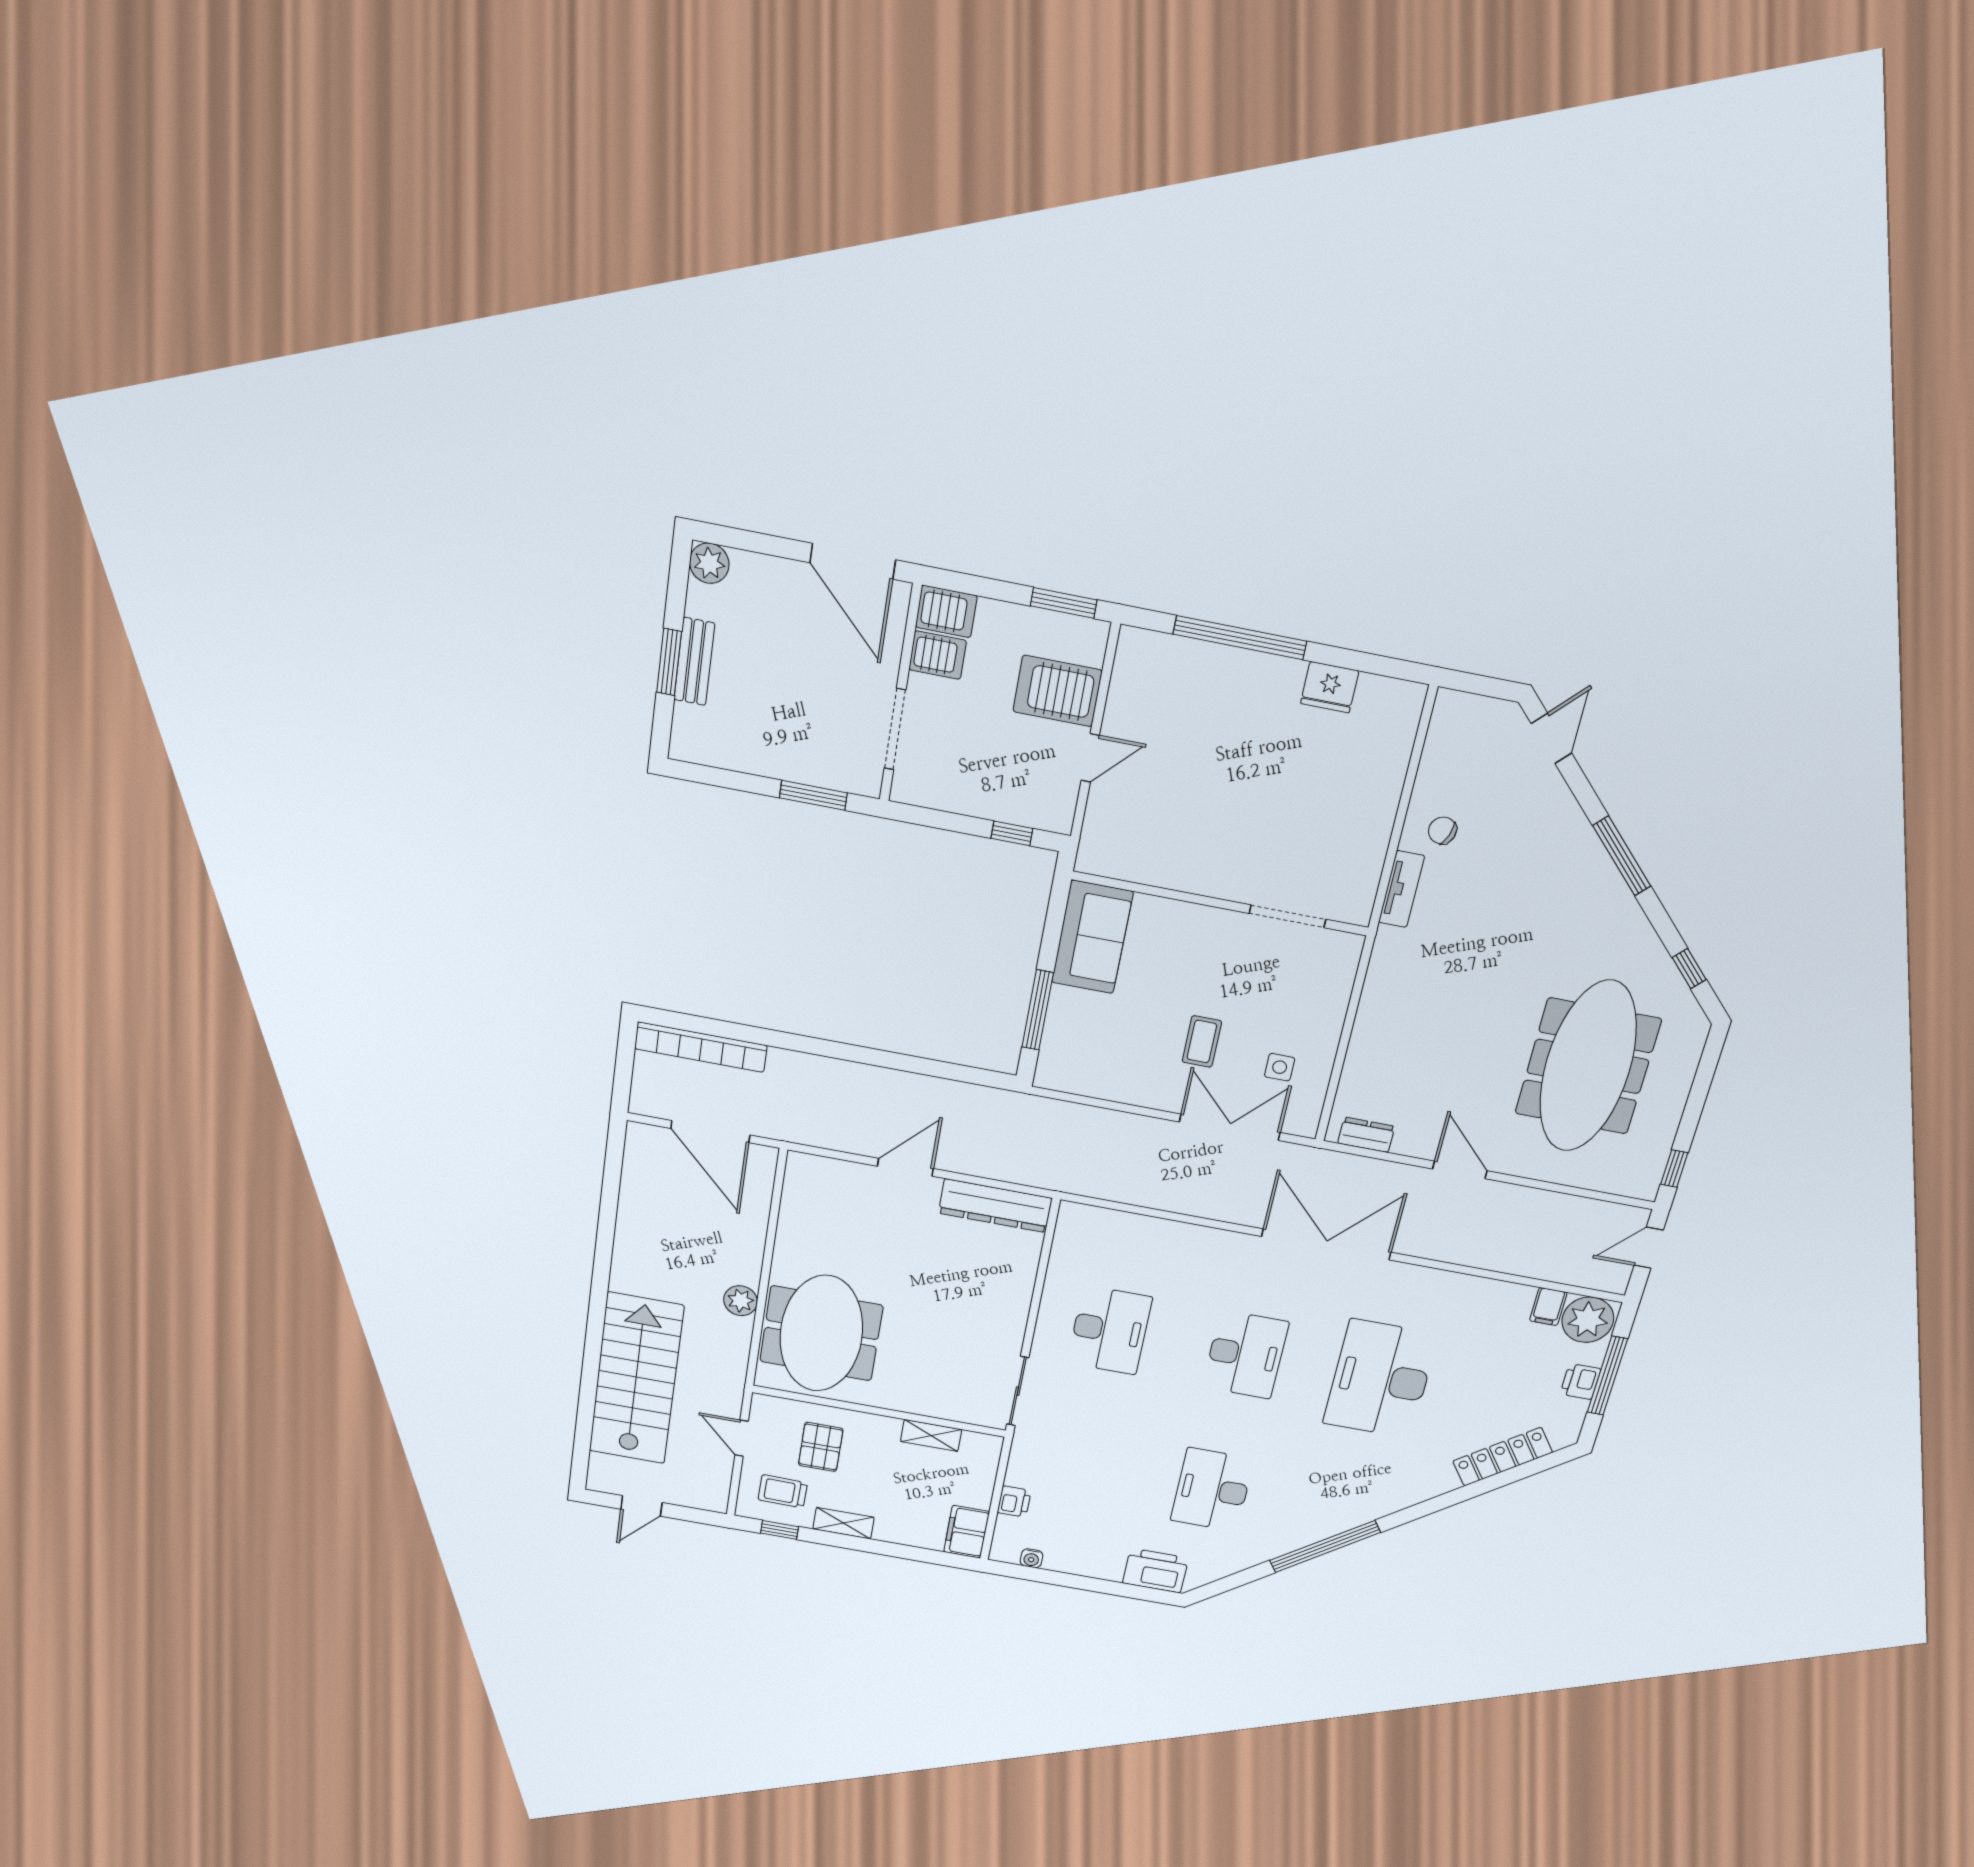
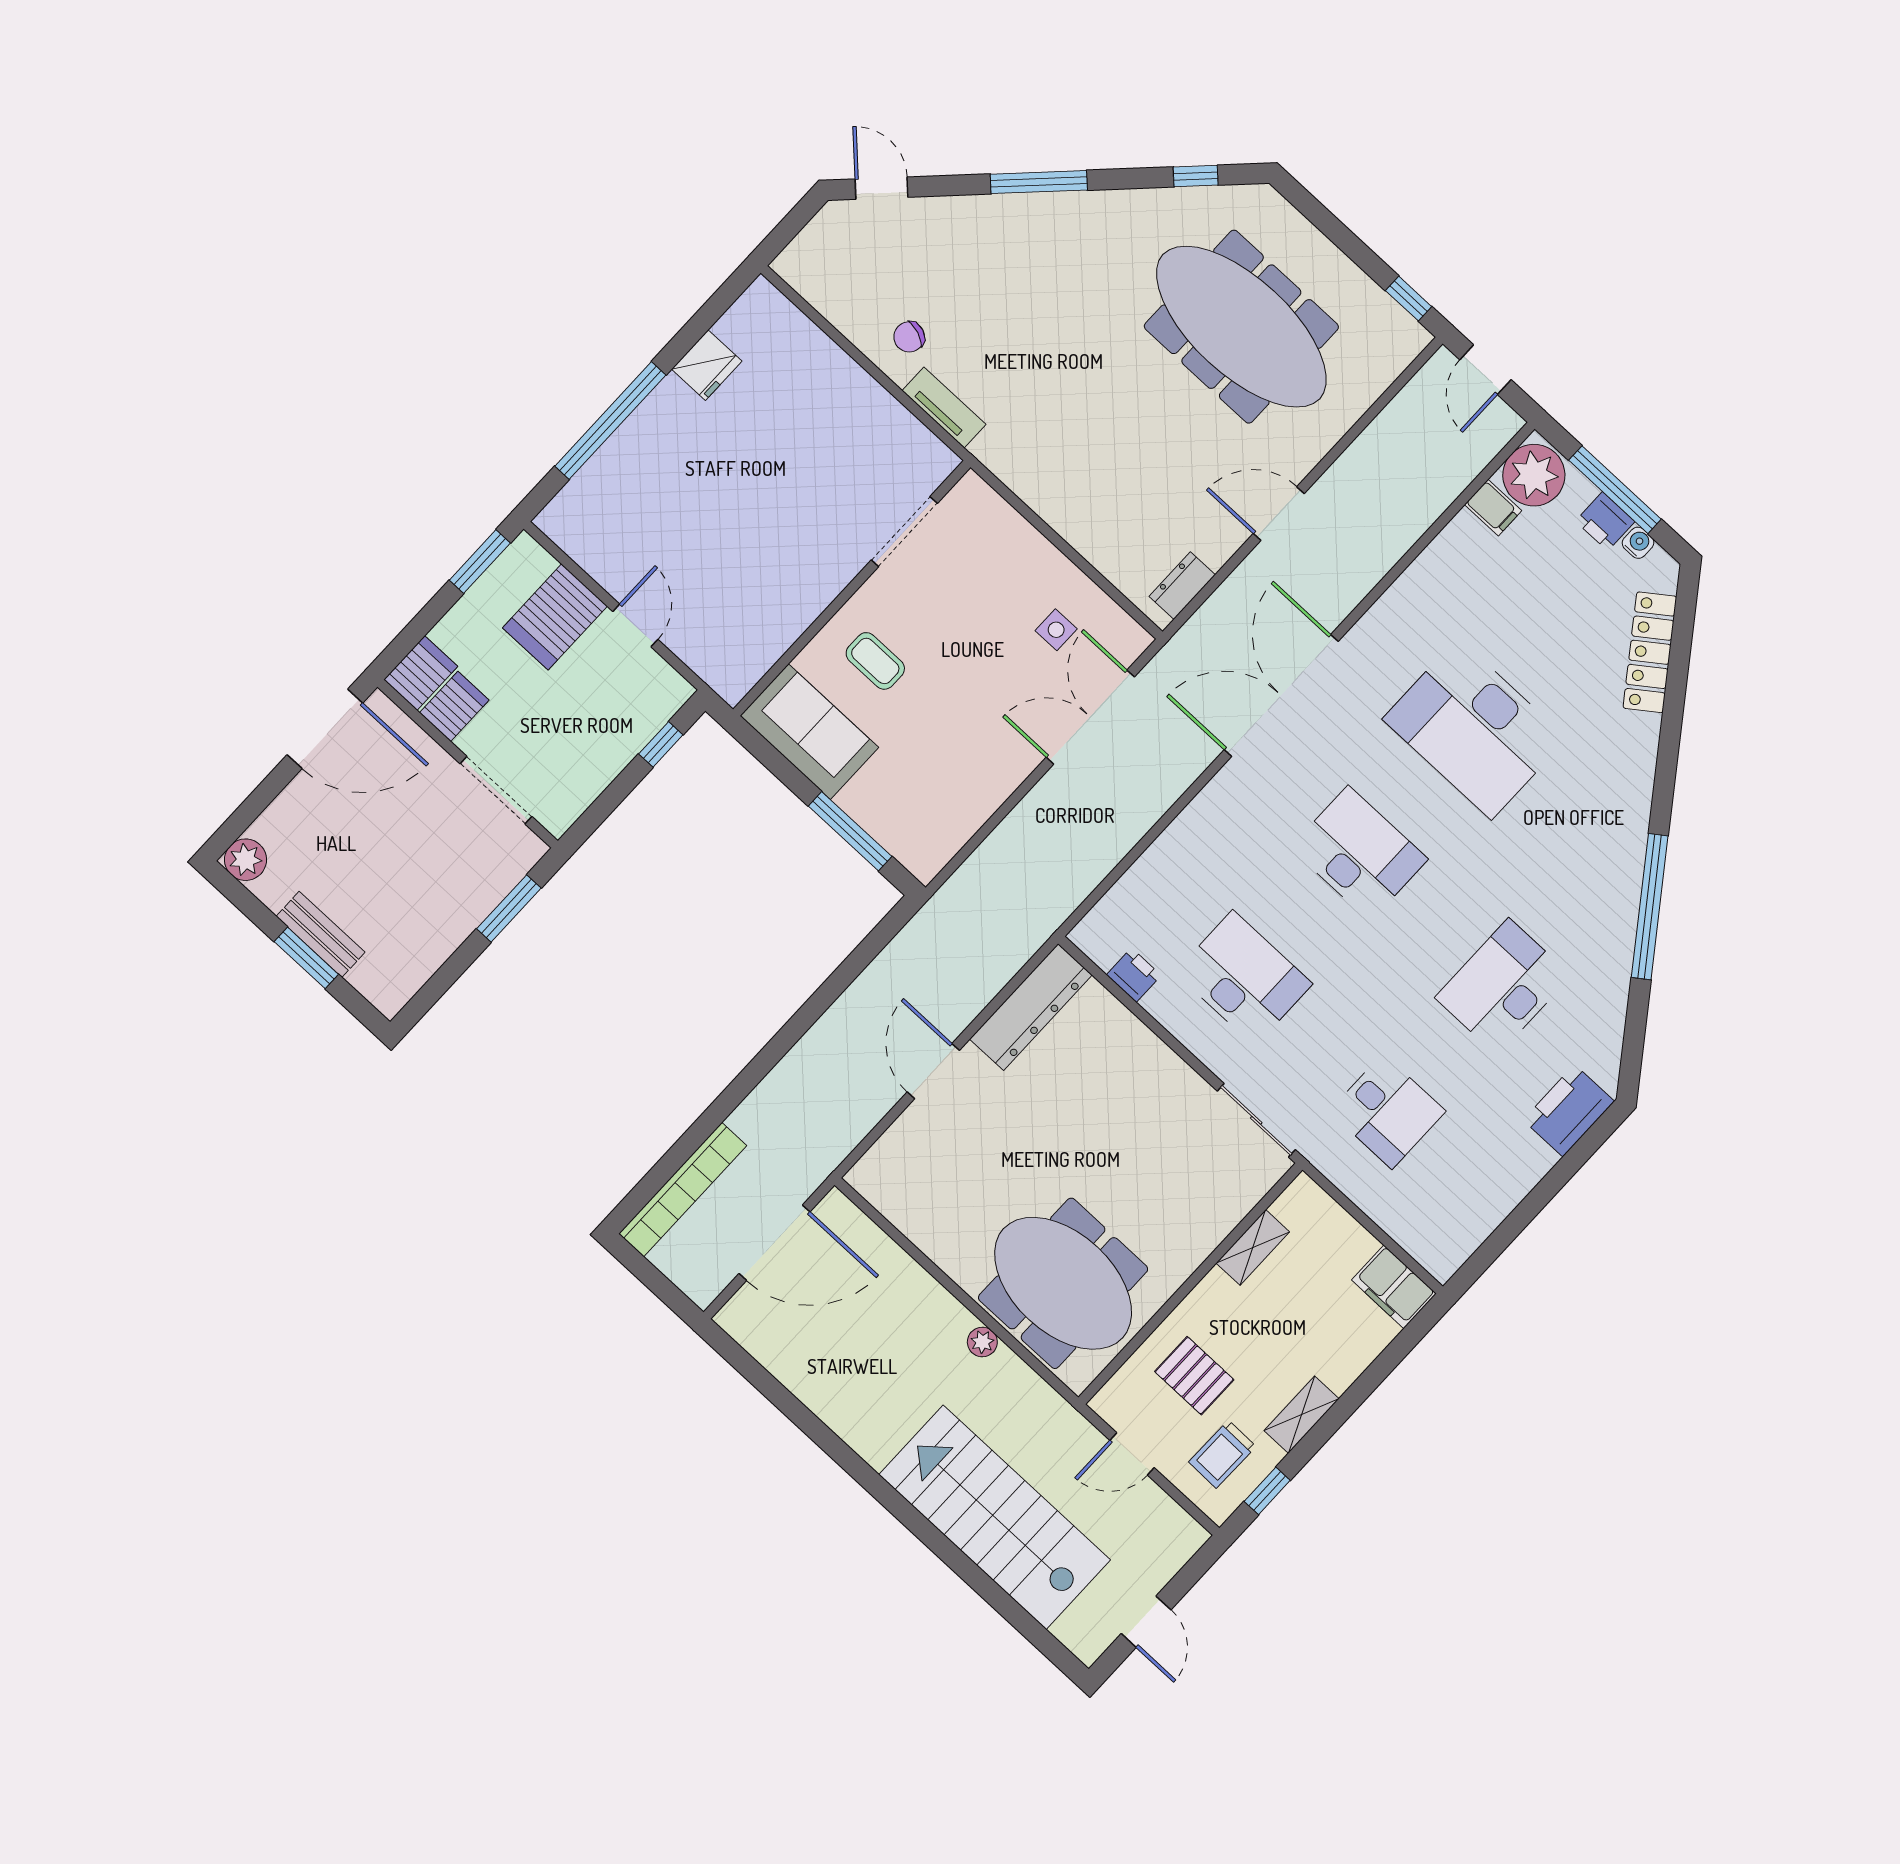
coffee table: (1202, 1041) -> (875, 661), moved
plant: (741, 1301) -> (982, 1342), width x0.73, depth x0.73
desk: (1080, 1466) -> (1388, 1111), added
desk: (1212, 1490) -> (1503, 987), turned 90
printer: (1014, 1502) -> (1134, 975), moved
water cooler: (1031, 1558) -> (1638, 543), moved, turned -90

